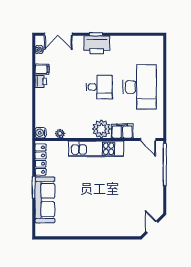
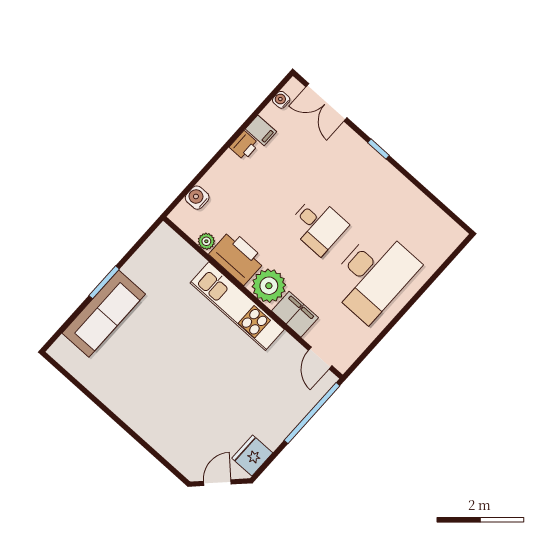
printer: (97, 45) -> (237, 257), moved, turned 180
water cooler: (41, 133) -> (197, 198), moved
locker: (41, 160) -> (147, 253), removed
fridge: (156, 203) -> (252, 455), added

